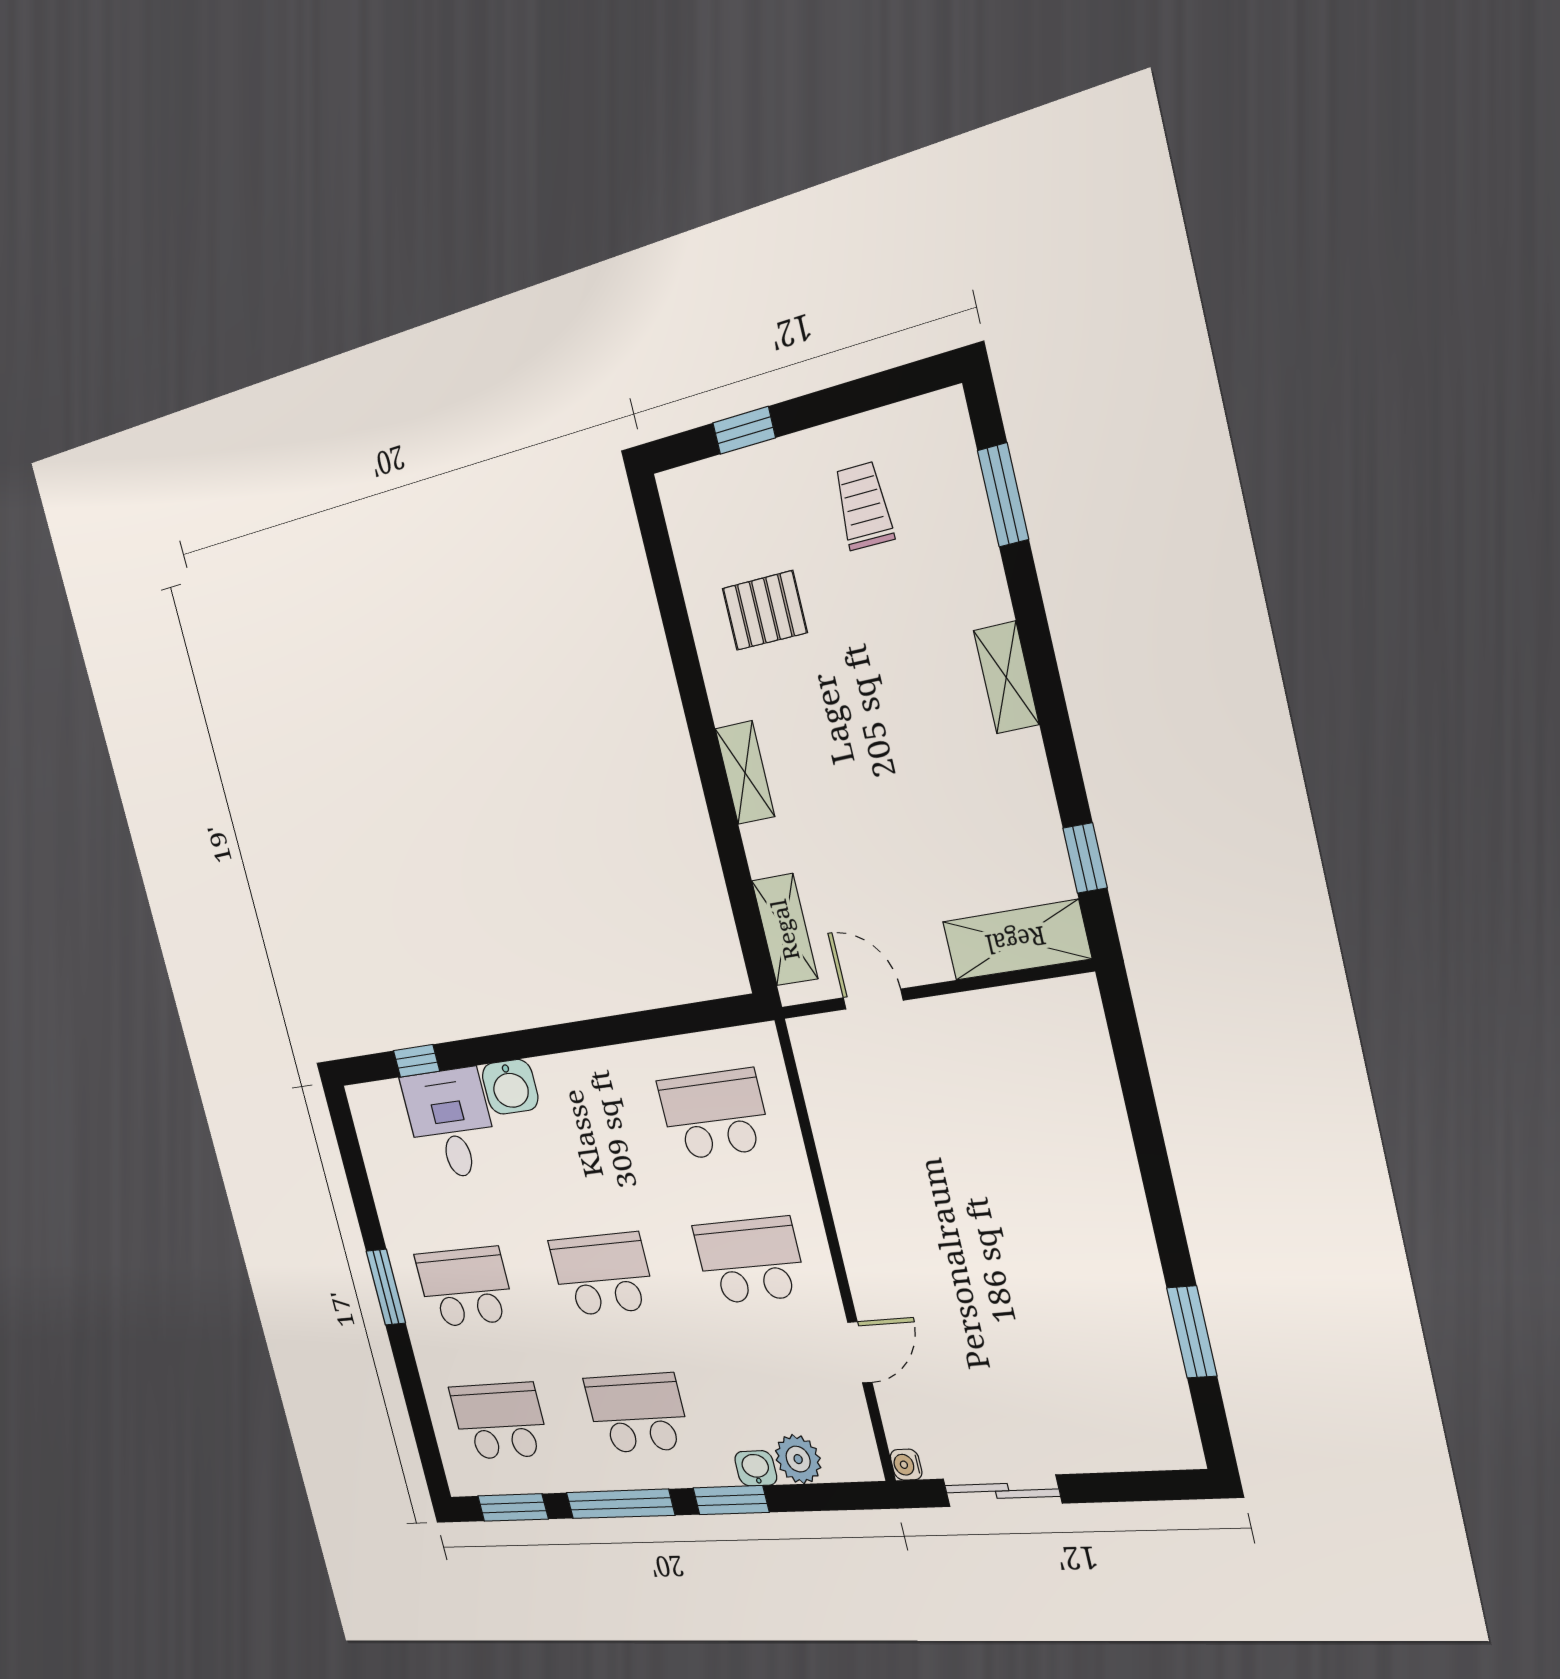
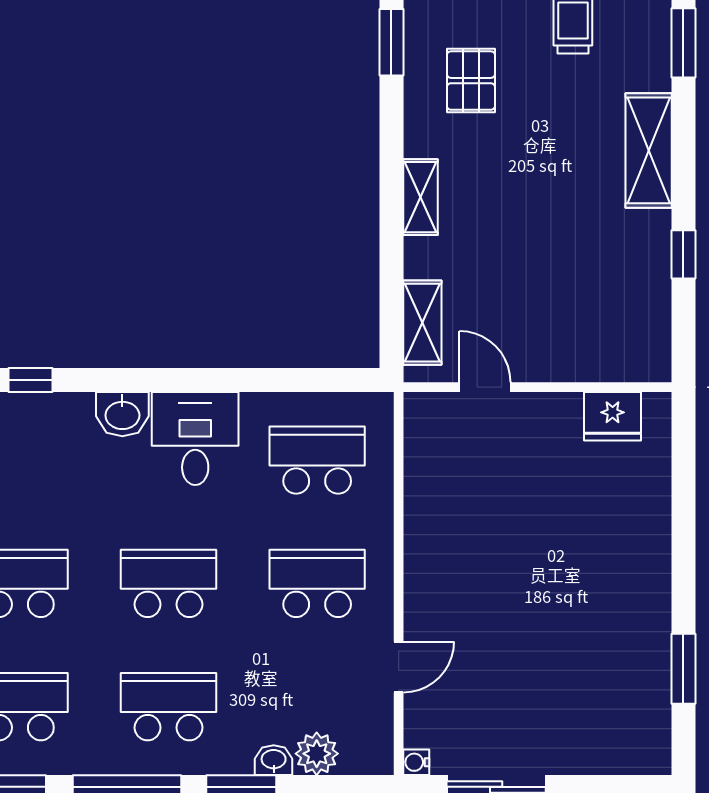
window: (667, 584) -> (391, 42), added
pallet: (765, 611) -> (471, 81), turned 90
shelving: (1006, 678) -> (649, 150), width x1.50, depth x1.33
window: (1085, 858) -> (683, 254), moved
shelving: (1016, 940) -> (615, 360), removed
fridge: (1030, 1014) -> (613, 416), added
desk: (450, 1124) -> (195, 438), moved

